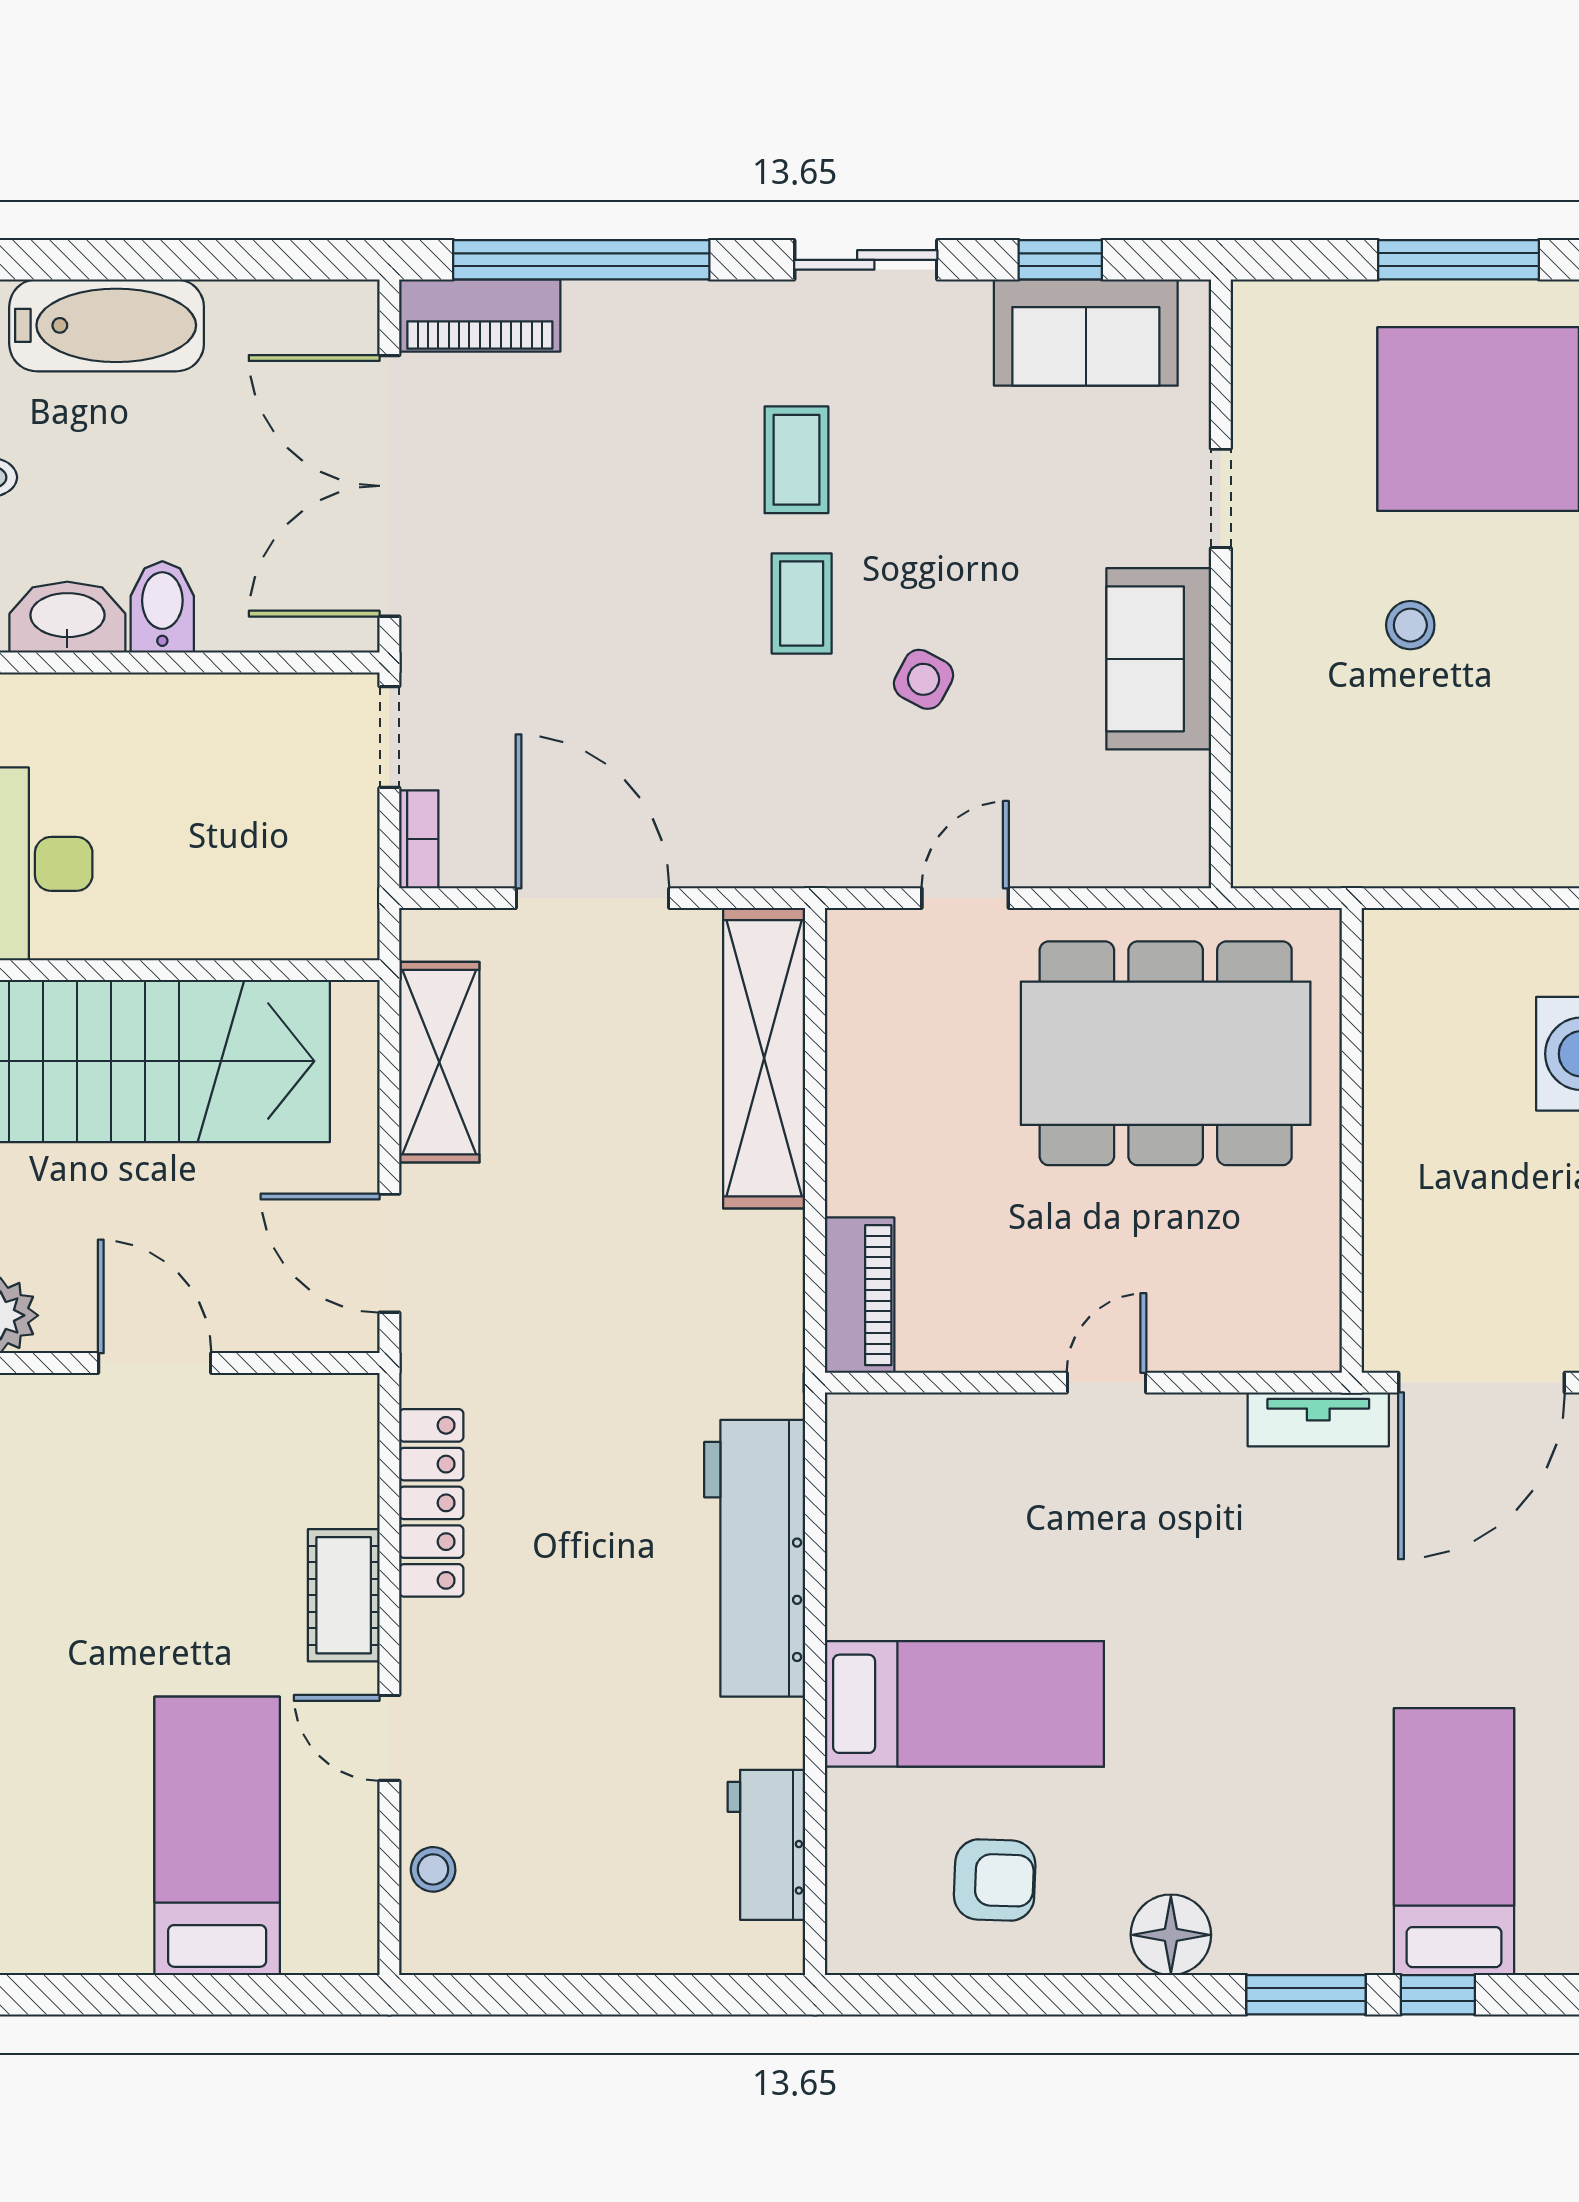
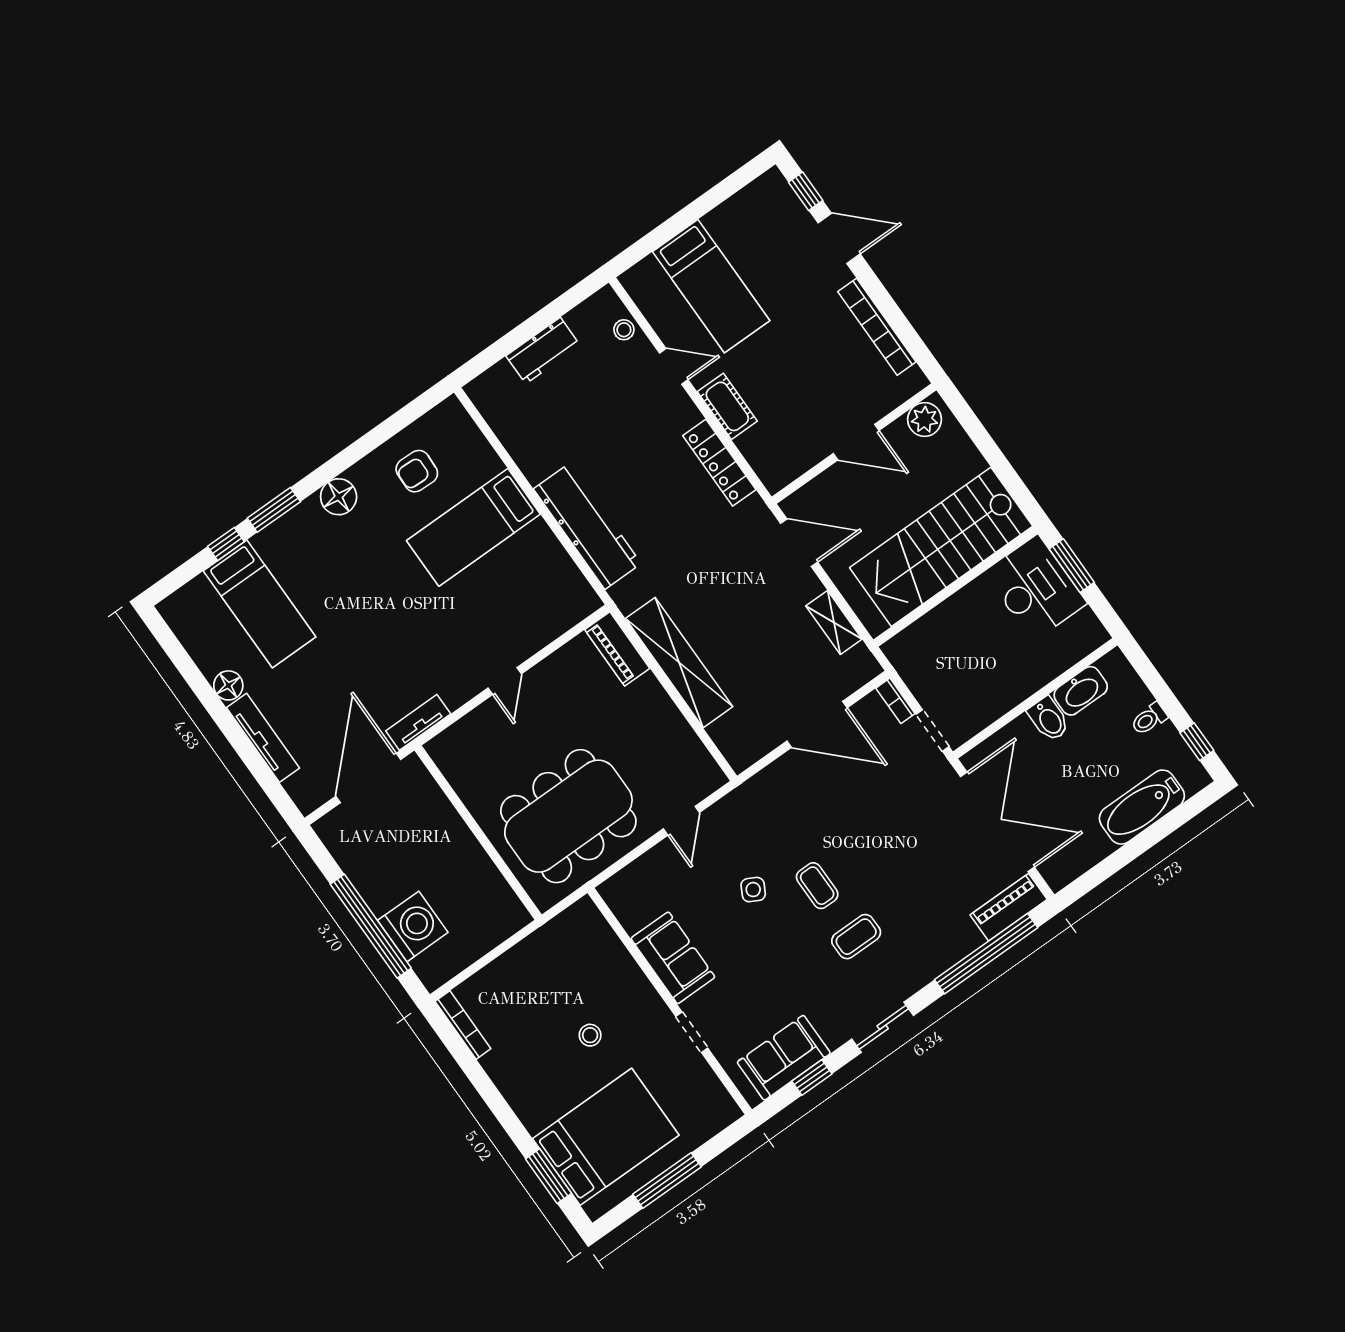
coffee table: (796, 460) -> (856, 937), turned 90
shelving: (764, 1058) -> (679, 663), moved
shelving: (439, 1062) -> (834, 622), width x0.67, depth x0.75
workbench: (766, 1845) -> (543, 351), moved, turned 90

